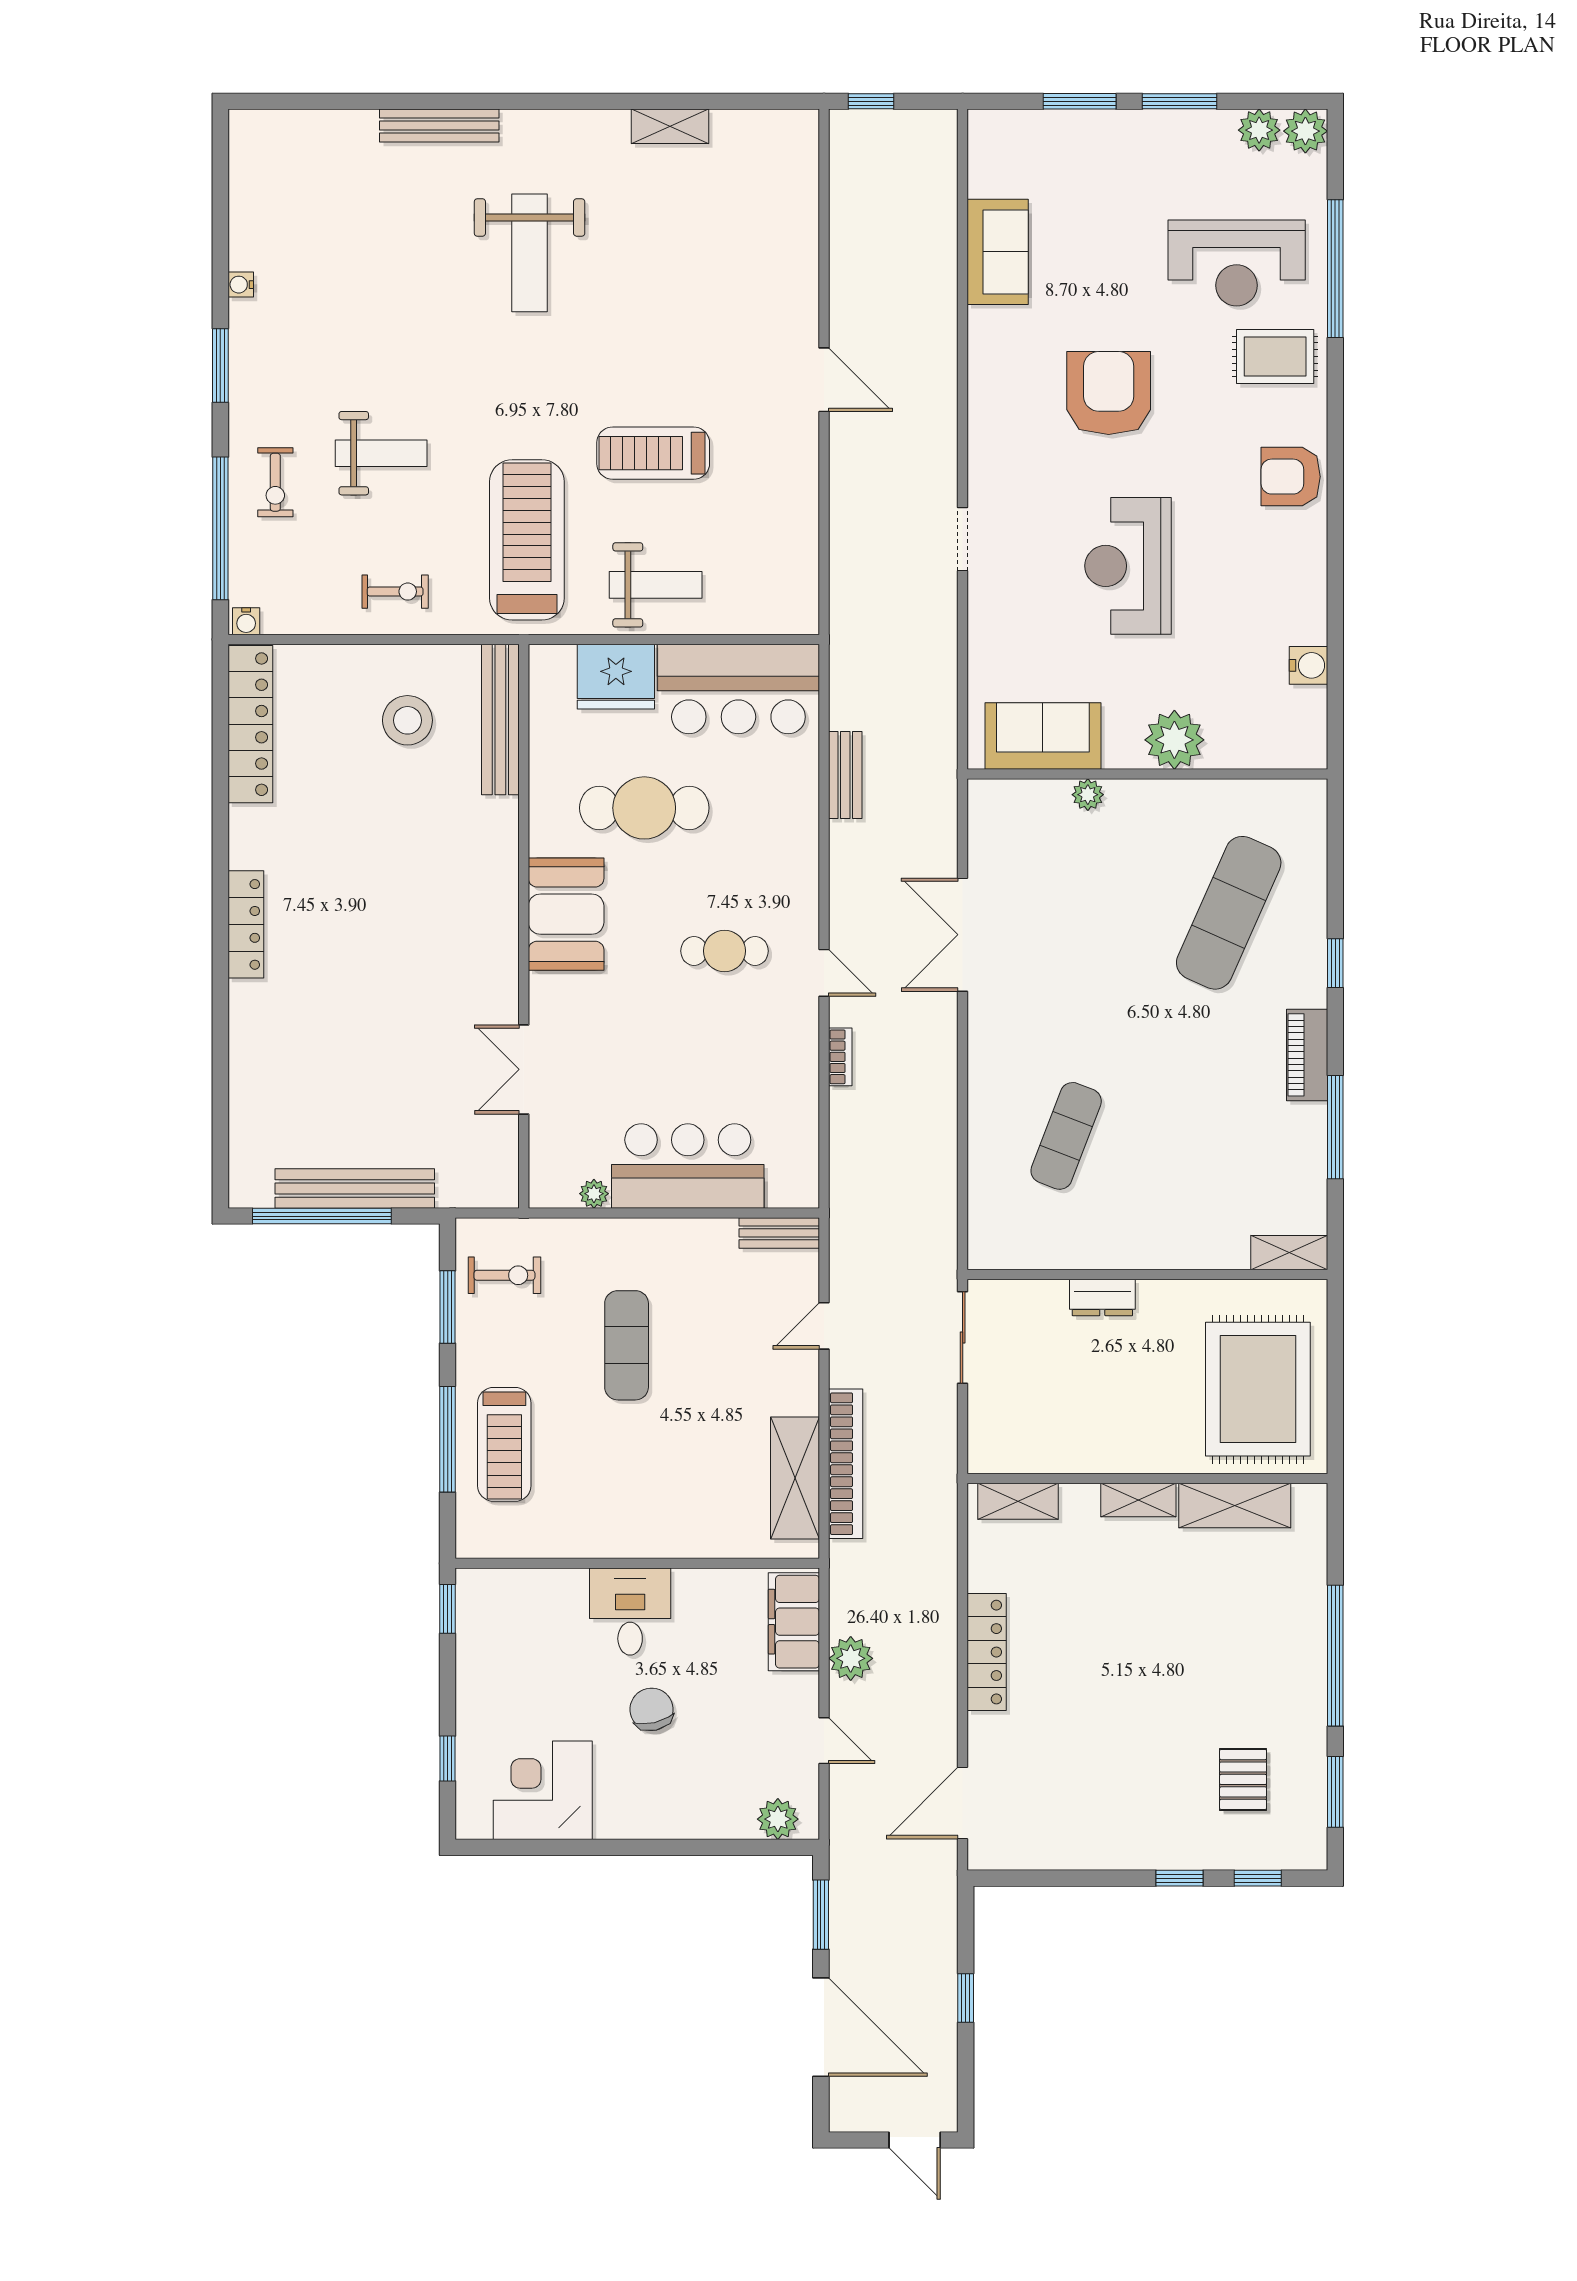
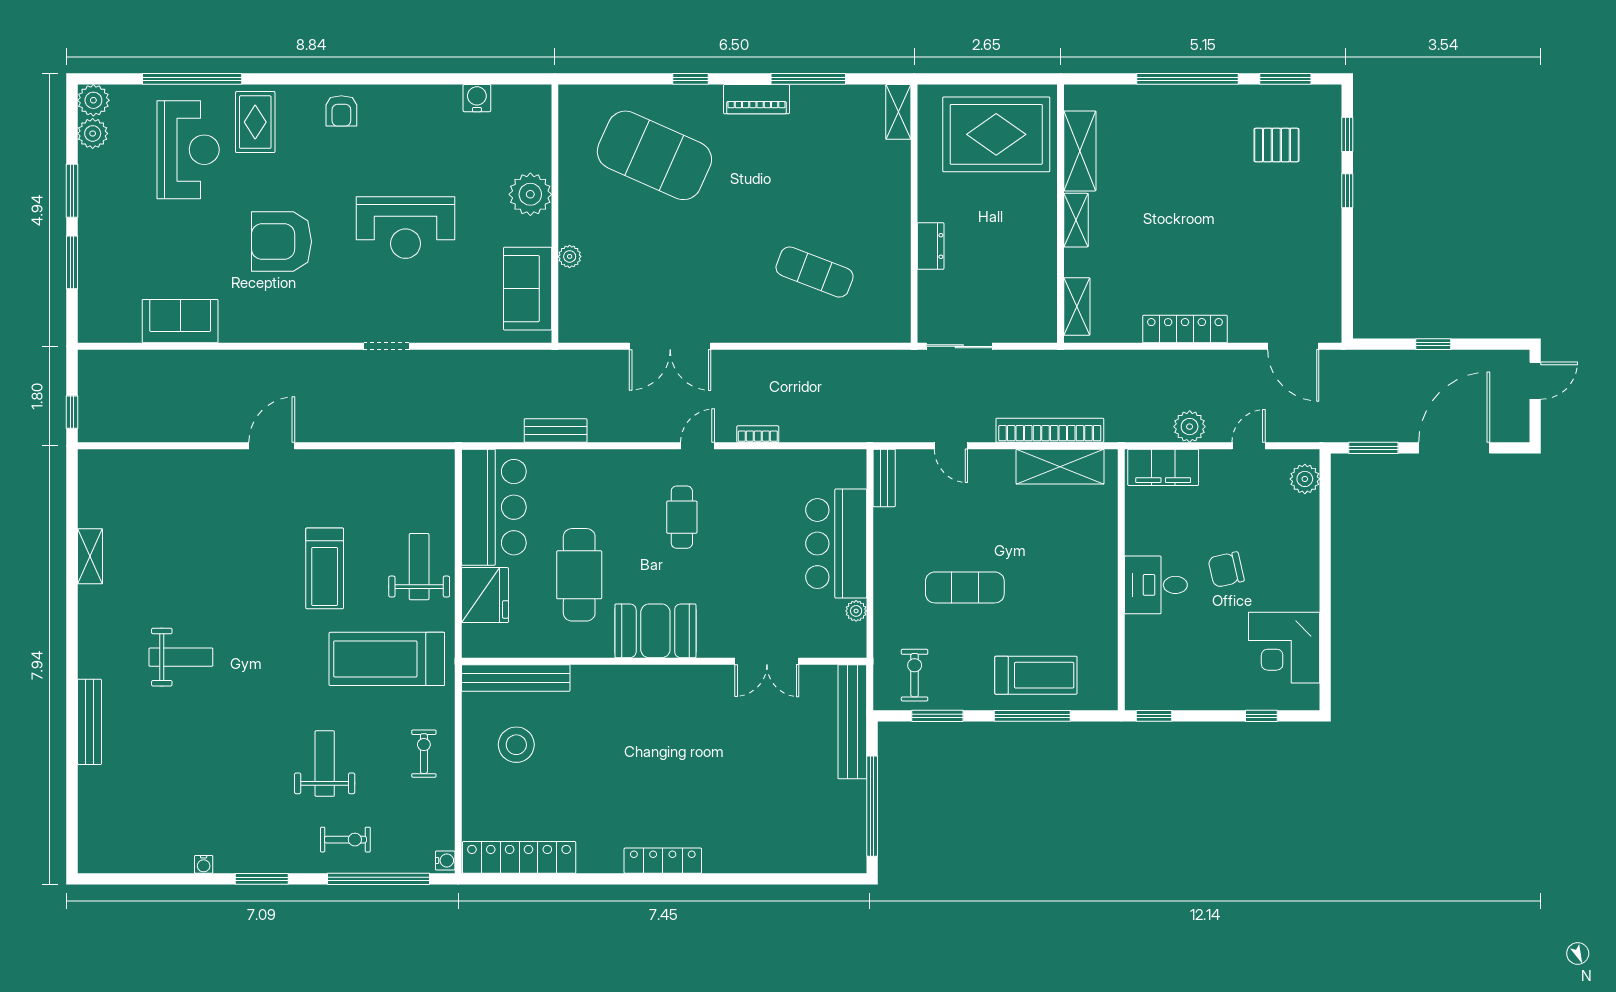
weight bench: (530, 253) -> (181, 657), width x0.73, depth x0.75
armchair: (1291, 477) -> (341, 111), width x0.72, depth x0.72
exercise mat: (1229, 913) -> (654, 155), width x1.47
bench: (355, 1189) -> (852, 722), moved

